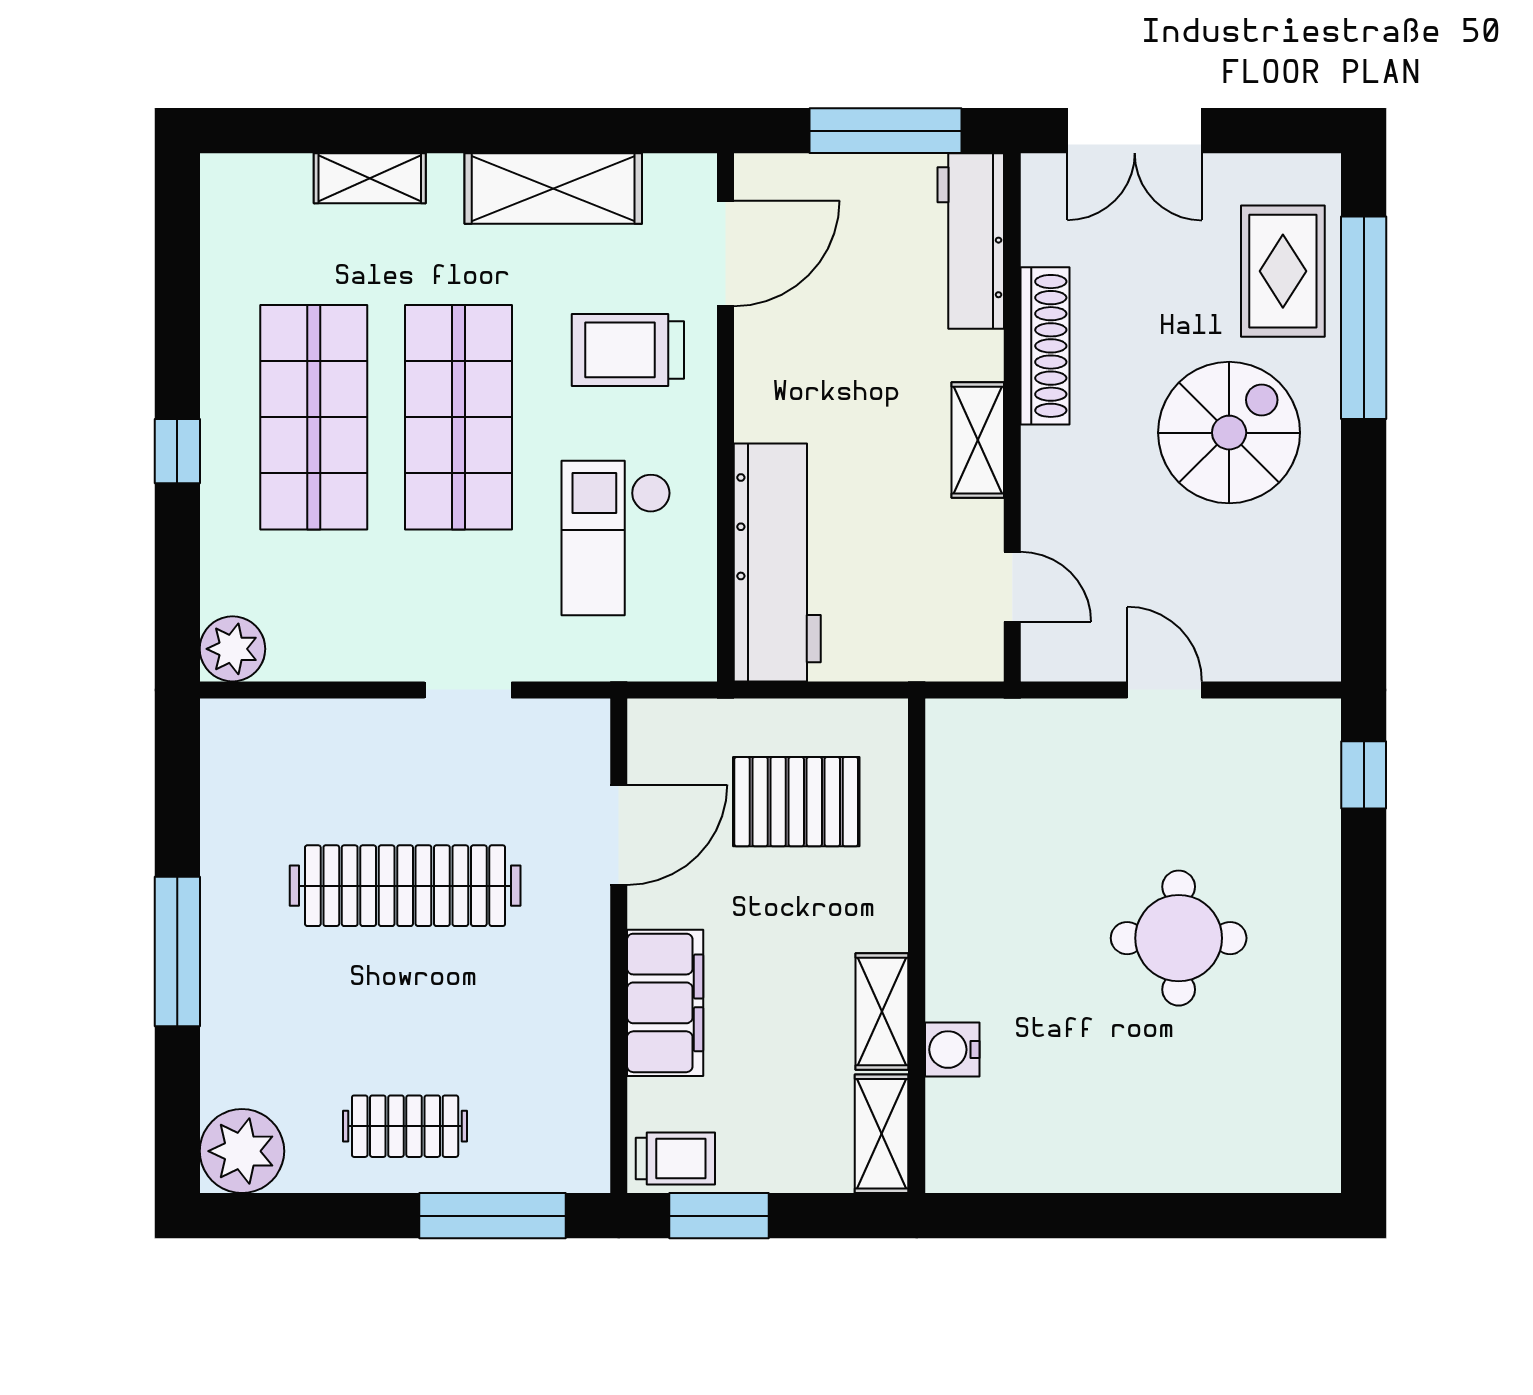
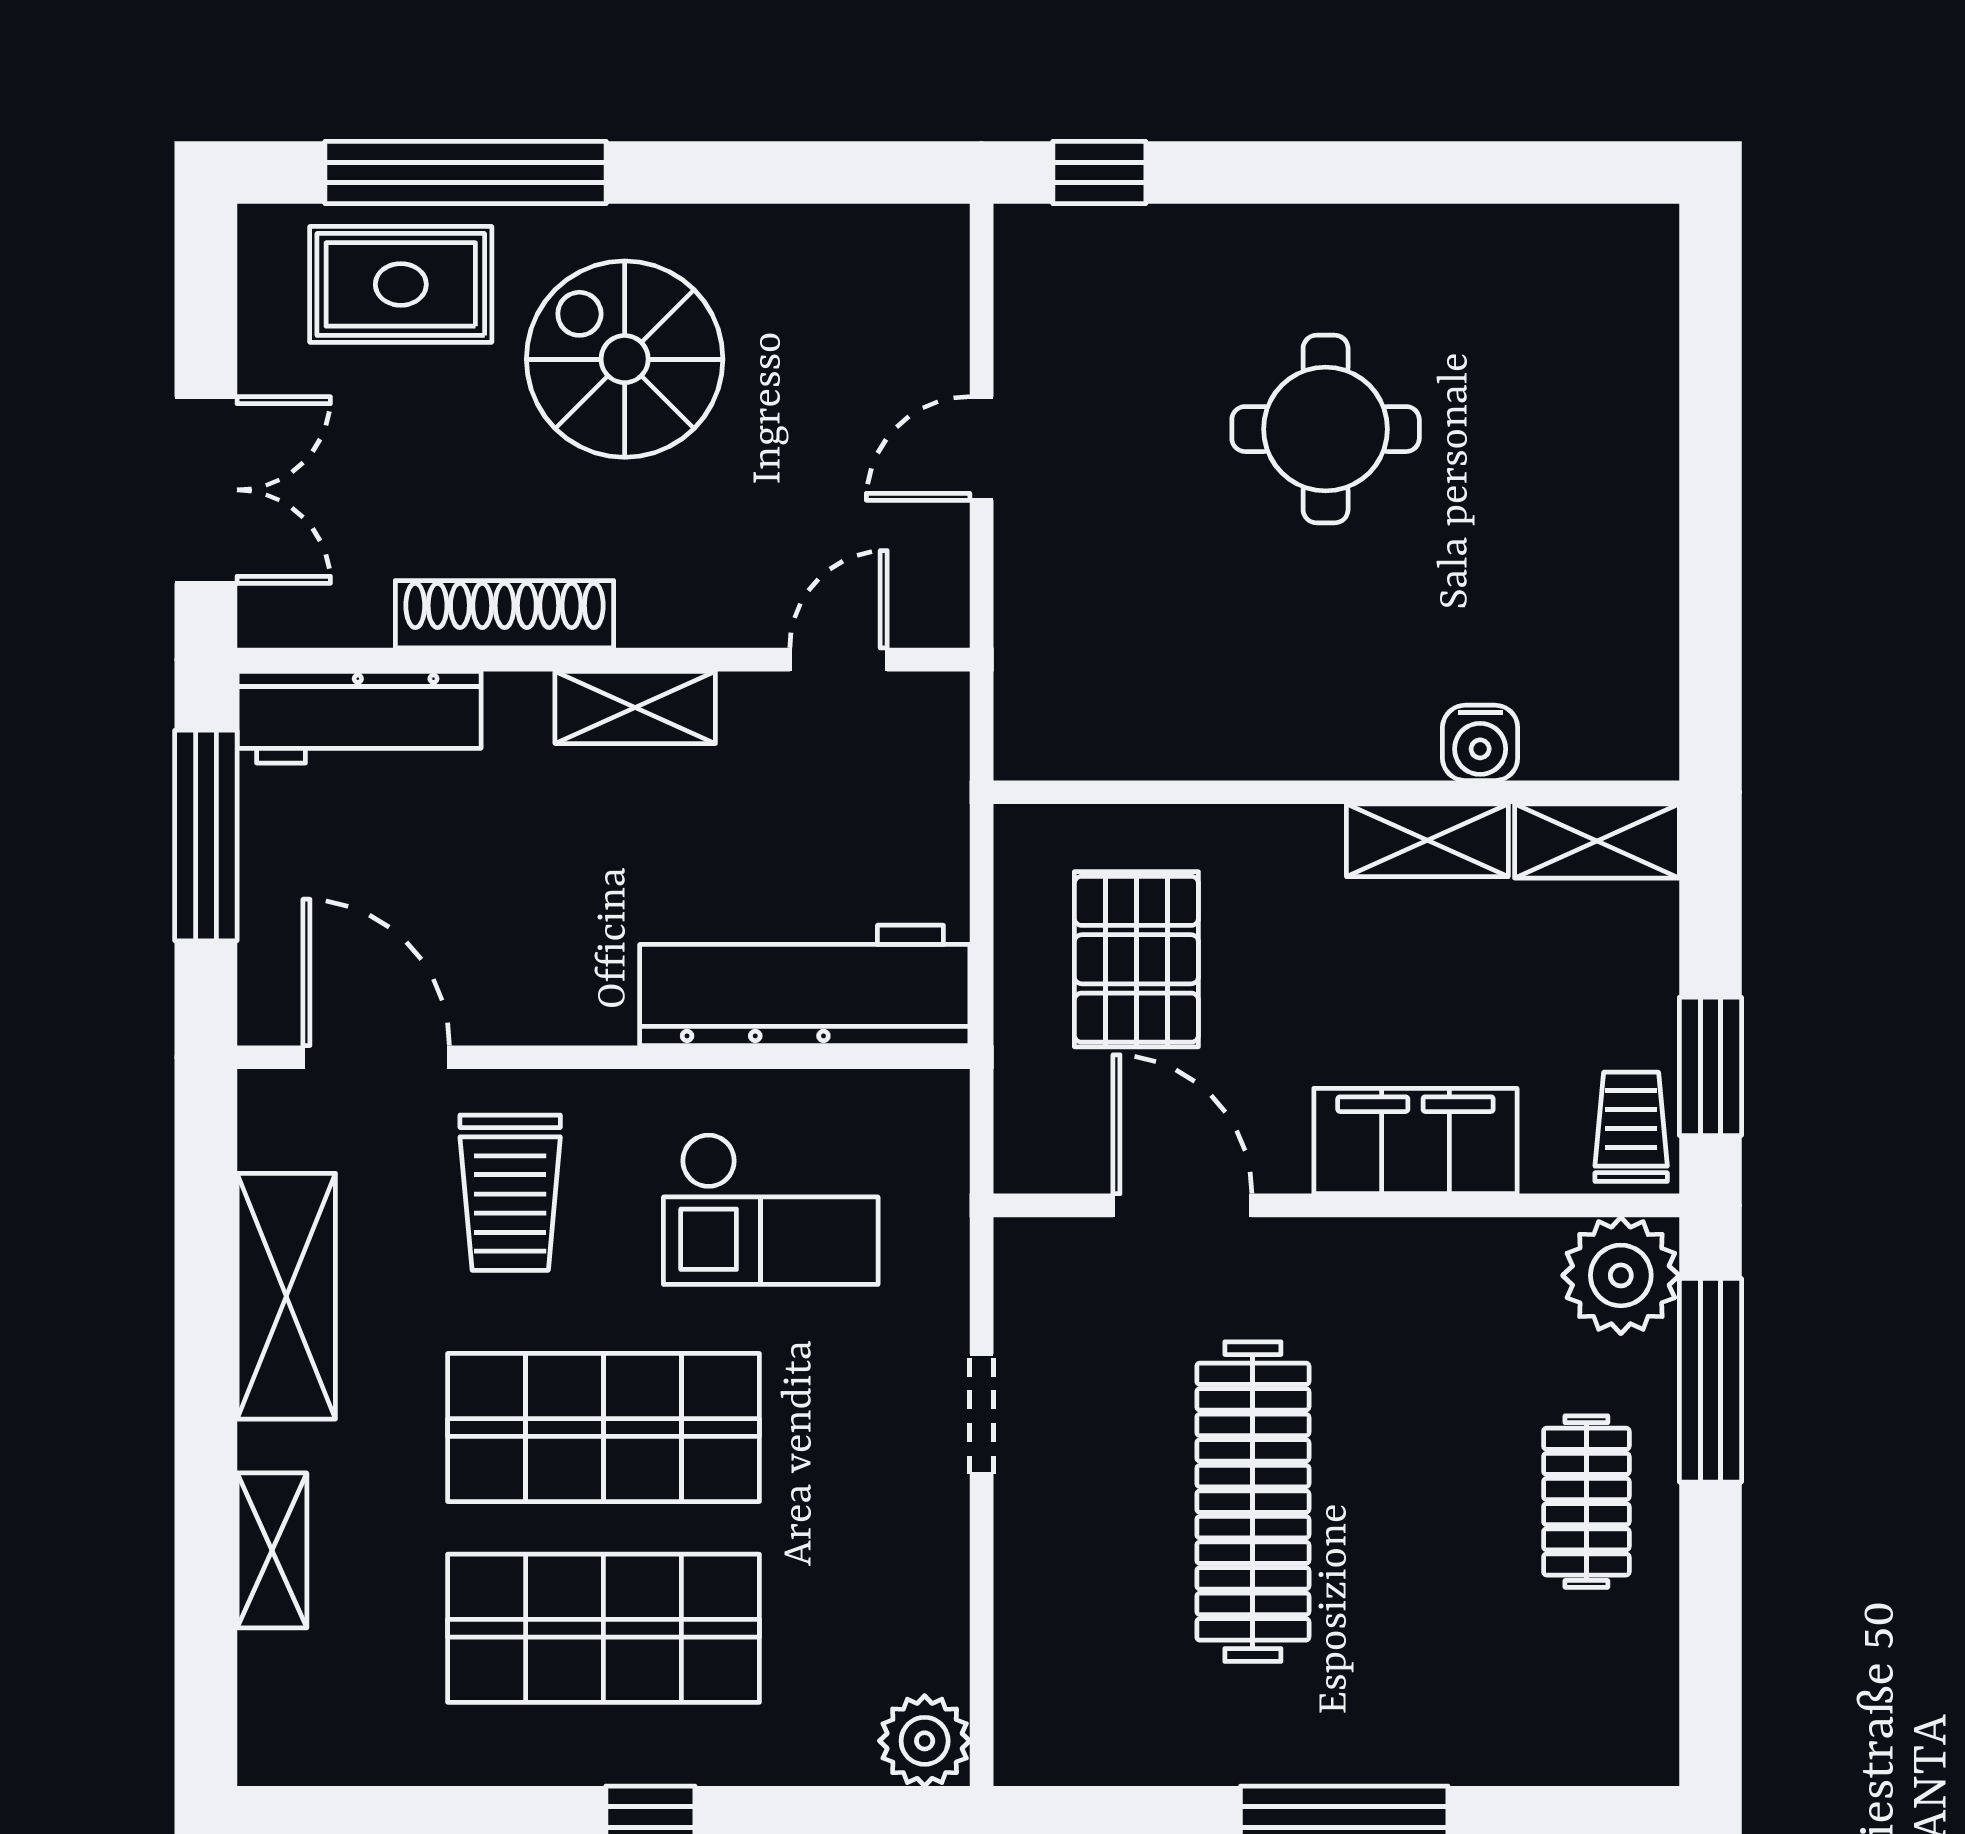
plant: (242, 1151) -> (1621, 1275), moved

